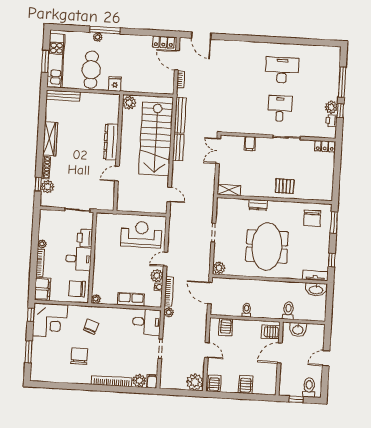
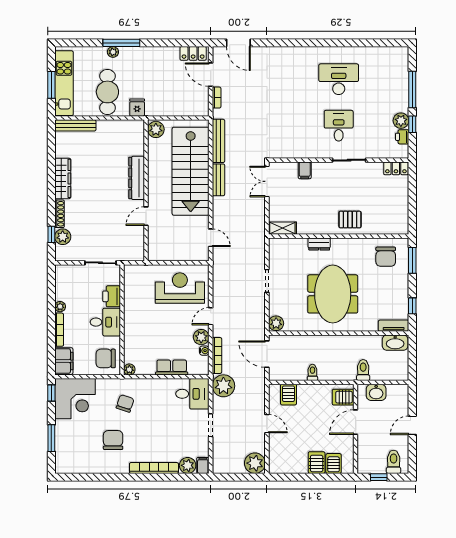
plant: (169, 312) -> (223, 386), width x1.88, depth x1.88
server rack: (214, 383) -> (334, 464), moved

